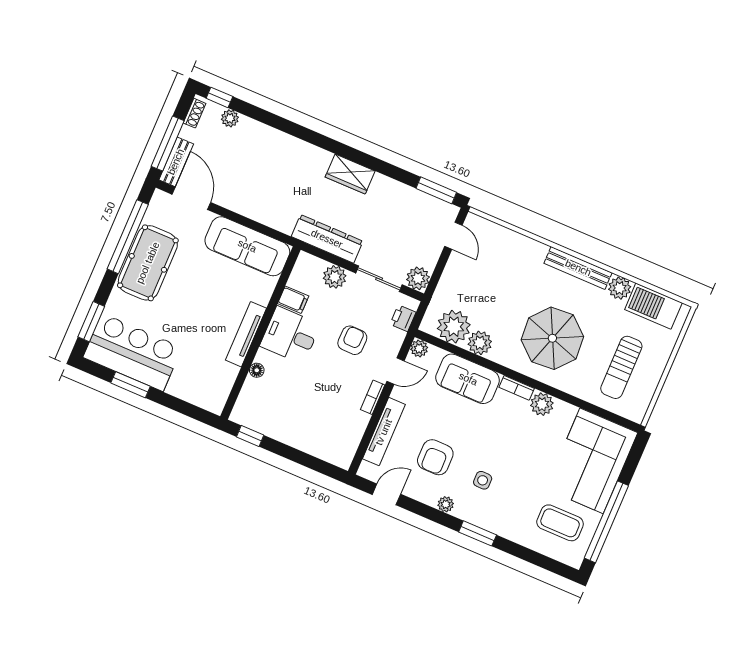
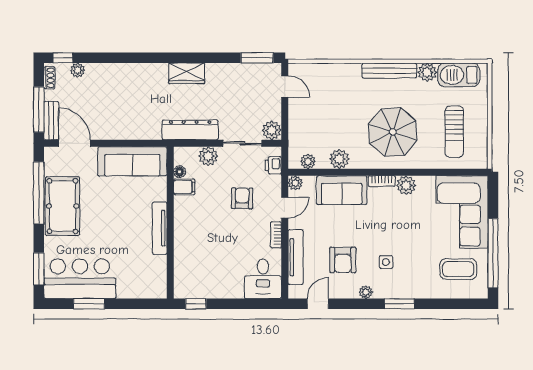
plant: (454, 327) -> (308, 162), width x0.53, depth x0.53
desk: (290, 335) -> (263, 279), moved, turned -90
floor lamp: (257, 370) -> (180, 172), moved

